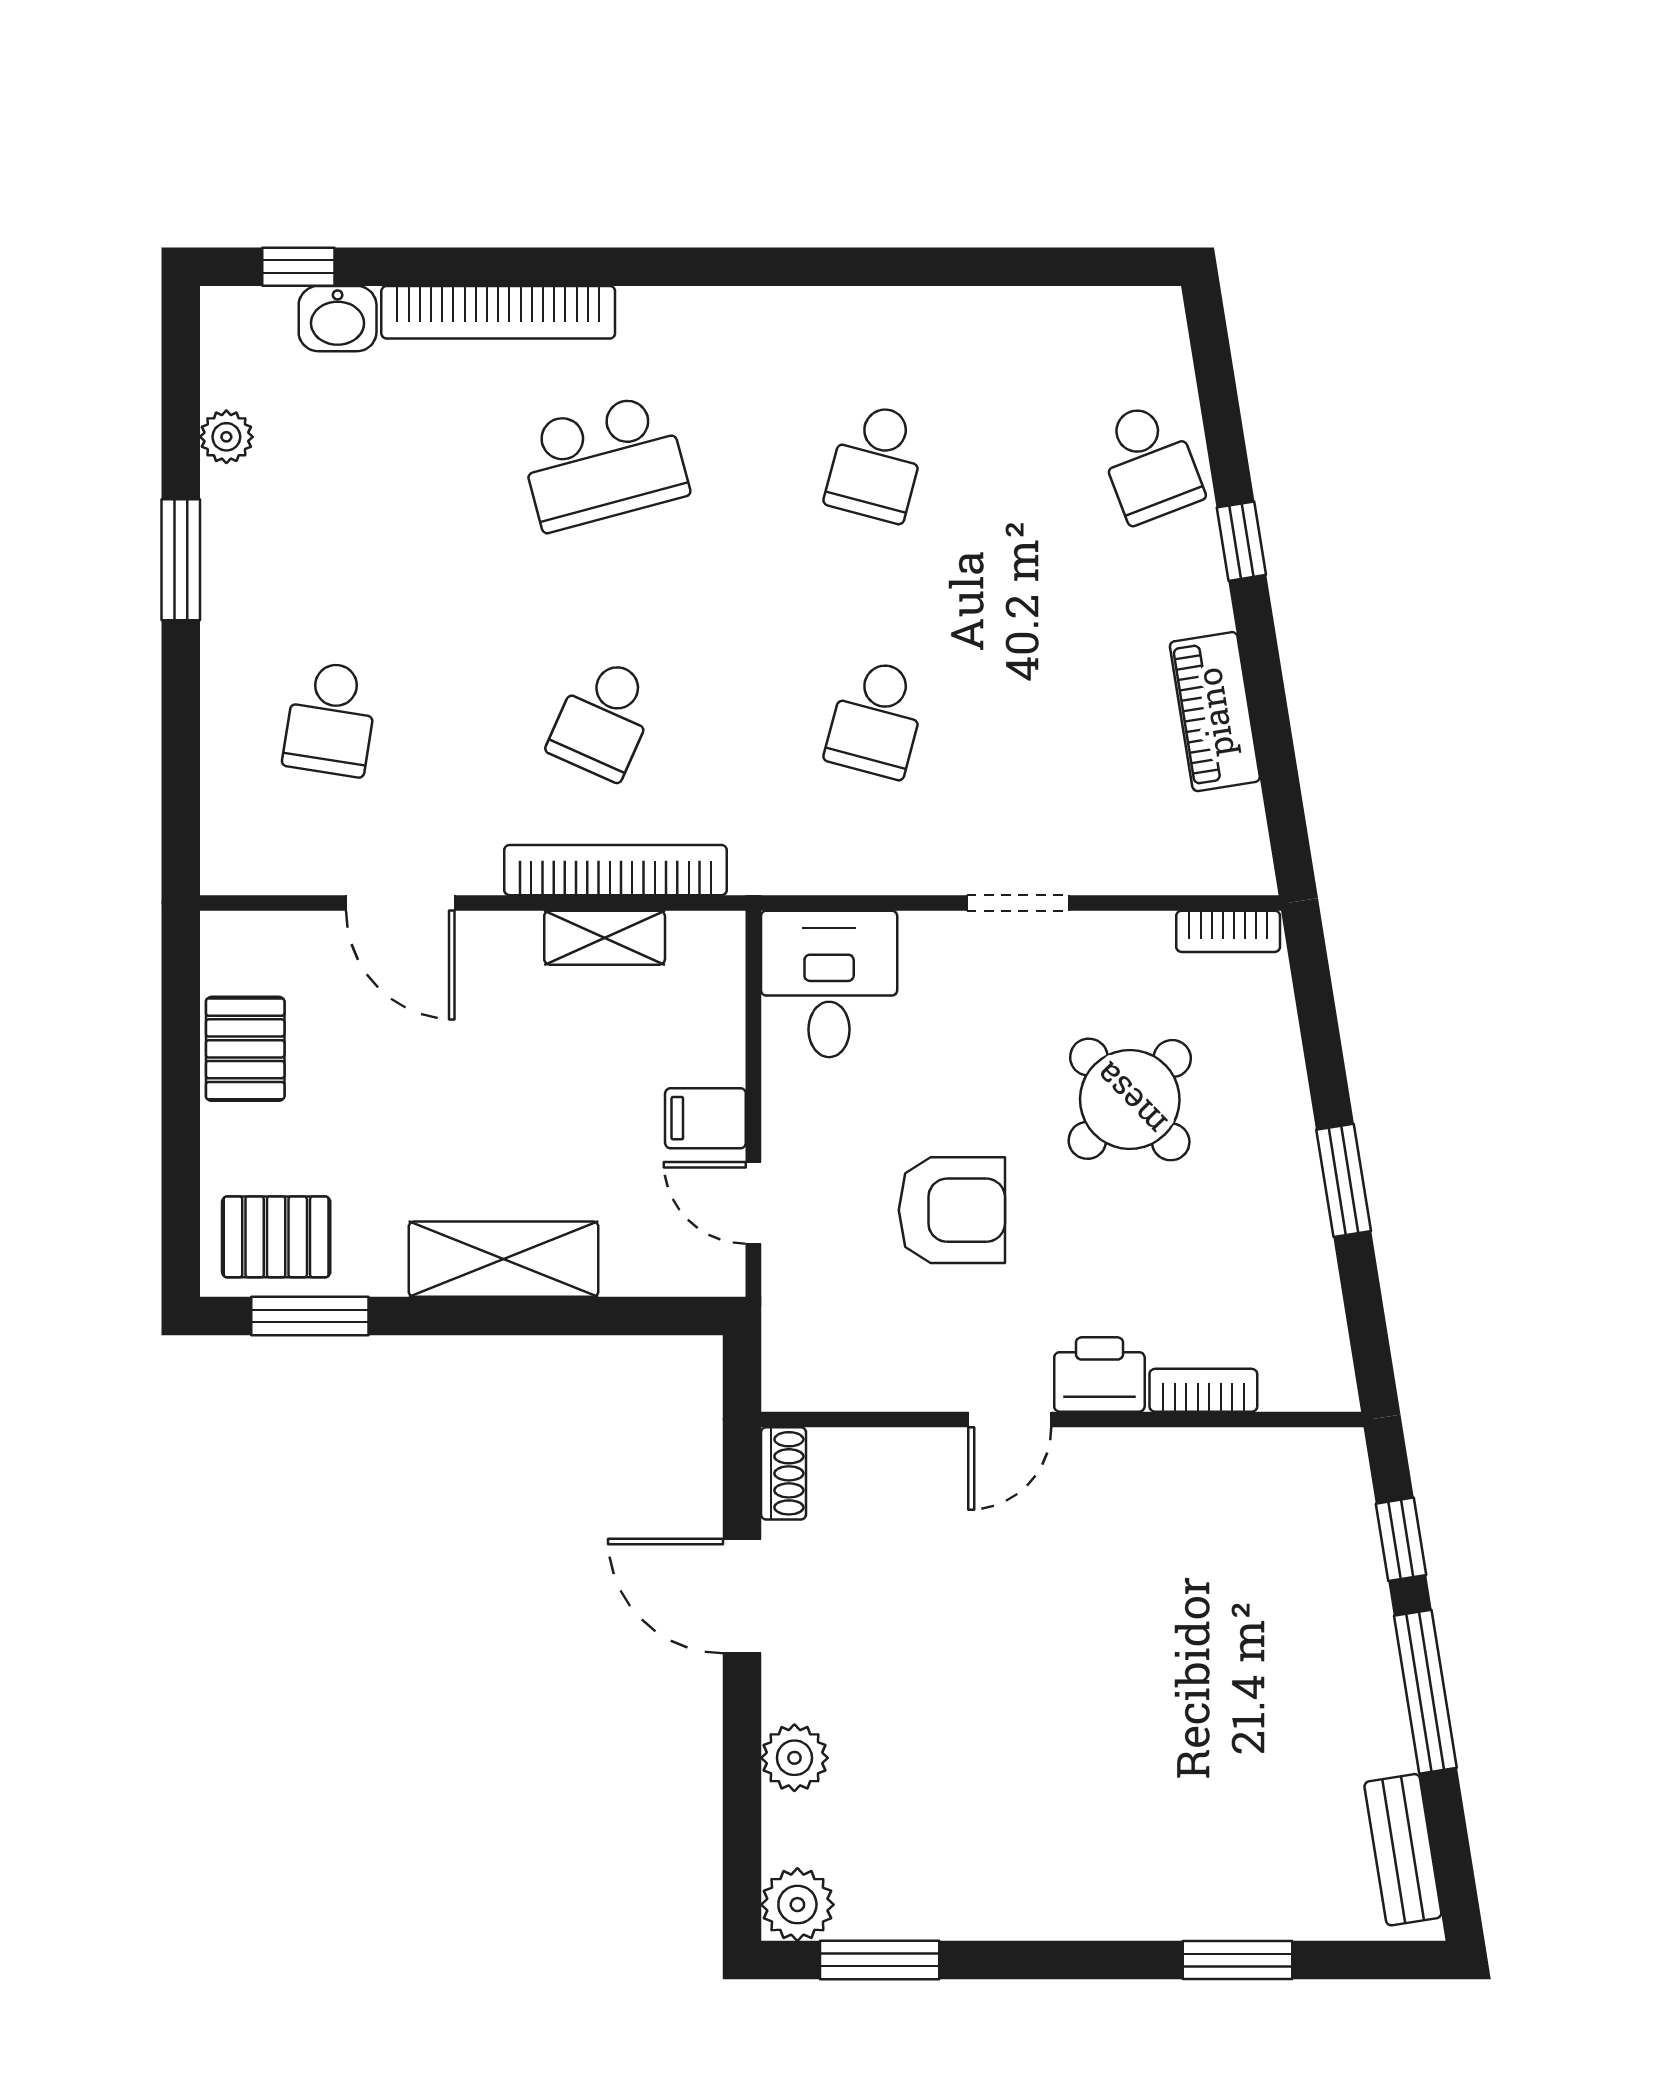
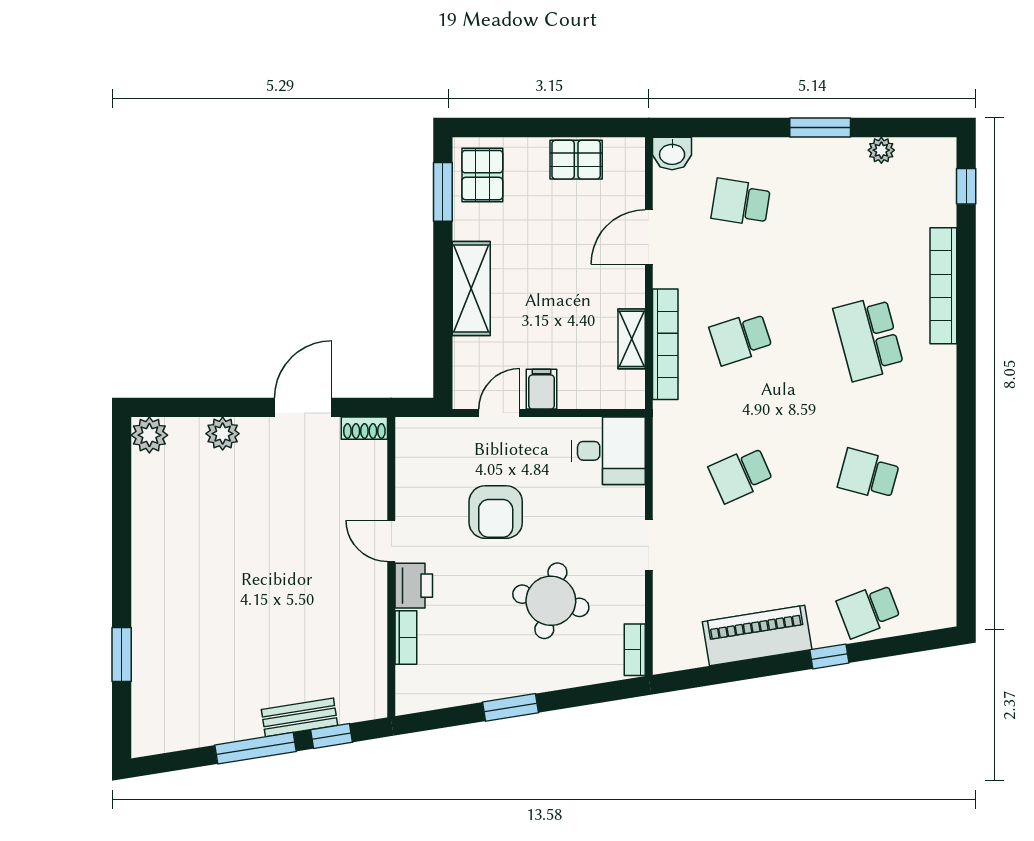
washbasin: (338, 319) -> (672, 153), moved, turned -90
piano: (1215, 712) -> (757, 636), width x1.37, depth x1.33
school desk: (604, 719) -> (741, 338), turned -42
school desk: (876, 719) -> (741, 474), turned -39
round table: (1130, 1099) -> (551, 601), turned -33
bench: (1403, 1850) -> (299, 717), moved
window: (880, 1960) -> (122, 476), removed

